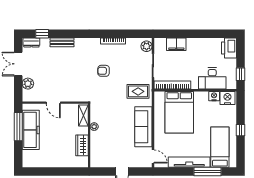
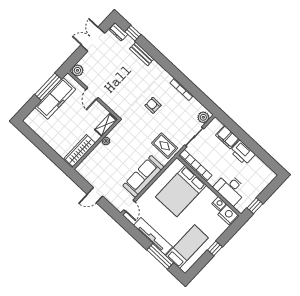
printer: (229, 48) -> (243, 153), moved, turned -90
plant: (28, 84) -> (77, 70), moved
wardrobe: (82, 145) -> (80, 151), width x1.50

